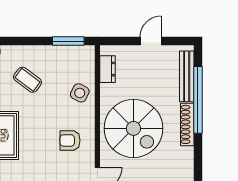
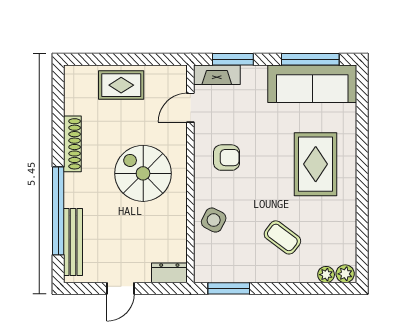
dresser: (108, 69) -> (169, 273), moved, turned 90
shoe rack: (187, 124) -> (72, 144), moved
spiral stairs: (133, 128) -> (143, 173), width x0.73, depth x0.73

